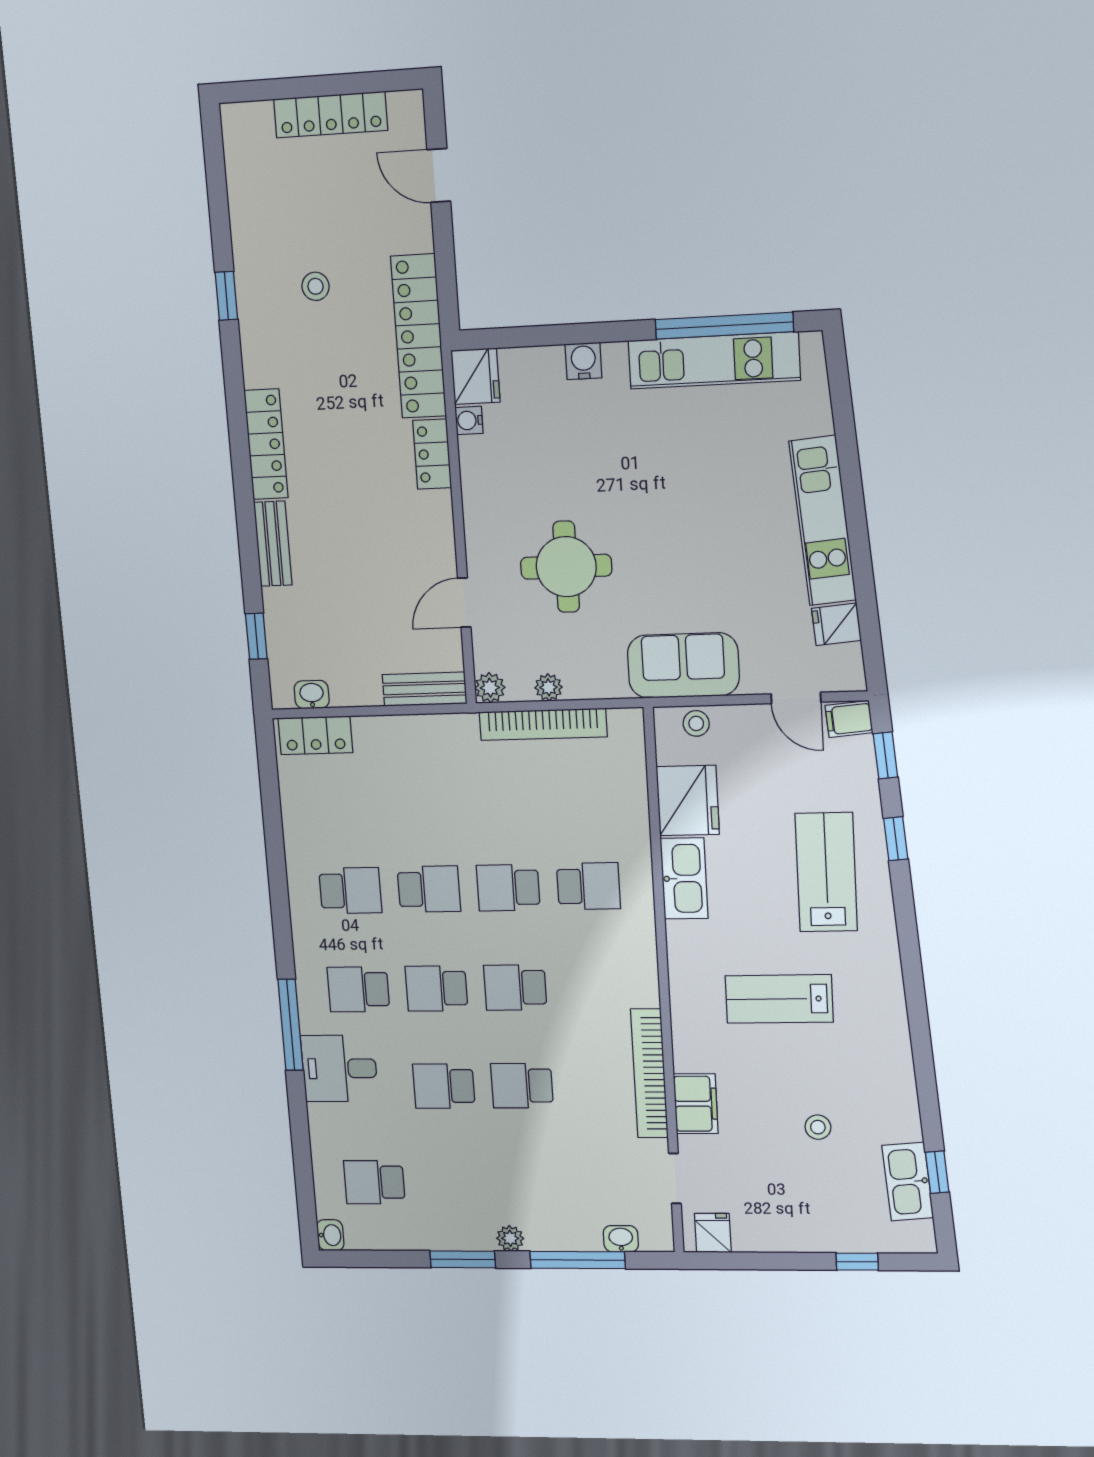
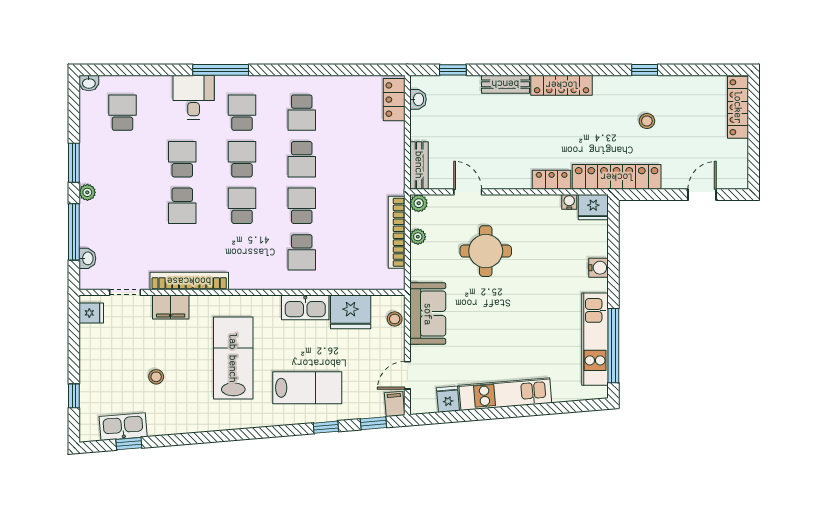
locker: (331, 115) -> (738, 107), moved
lab bench: (779, 999) -> (233, 358), width x1.36, depth x1.39
school desk: (522, 1086) -> (182, 206), turned 180

